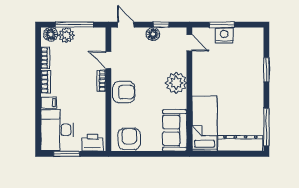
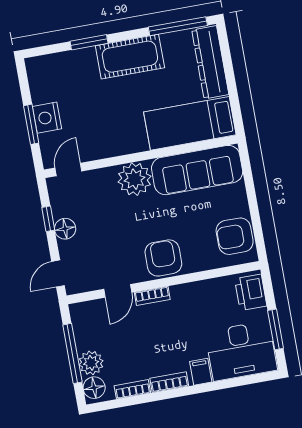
cot: (253, 94) -> (130, 57), added
sofa: (175, 130) -> (197, 170), width x1.36

